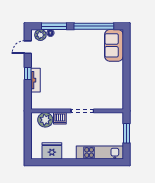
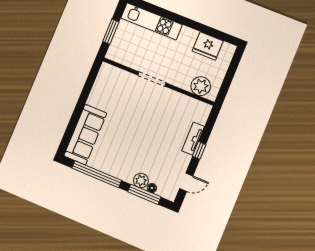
plant: (40, 35) -> (141, 181), moved
sofa: (114, 45) -> (85, 134), width x1.36
dishwasher: (60, 118) -> (182, 81), removed

